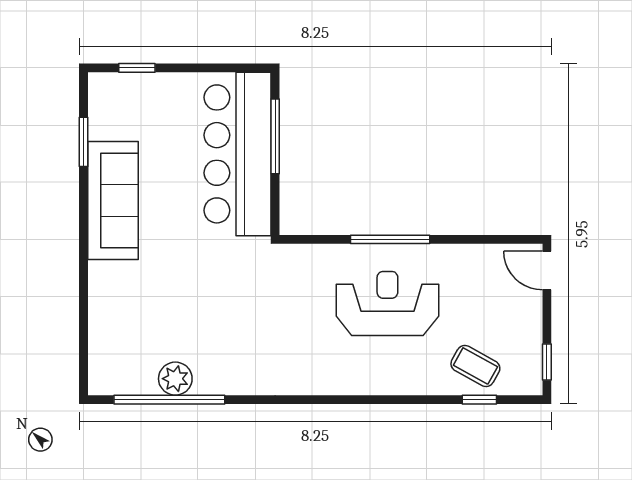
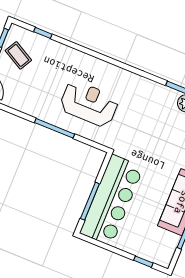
reception desk: (387, 303) -> (89, 104), moved, turned 180
coffee table: (475, 366) -> (18, 55), moved

